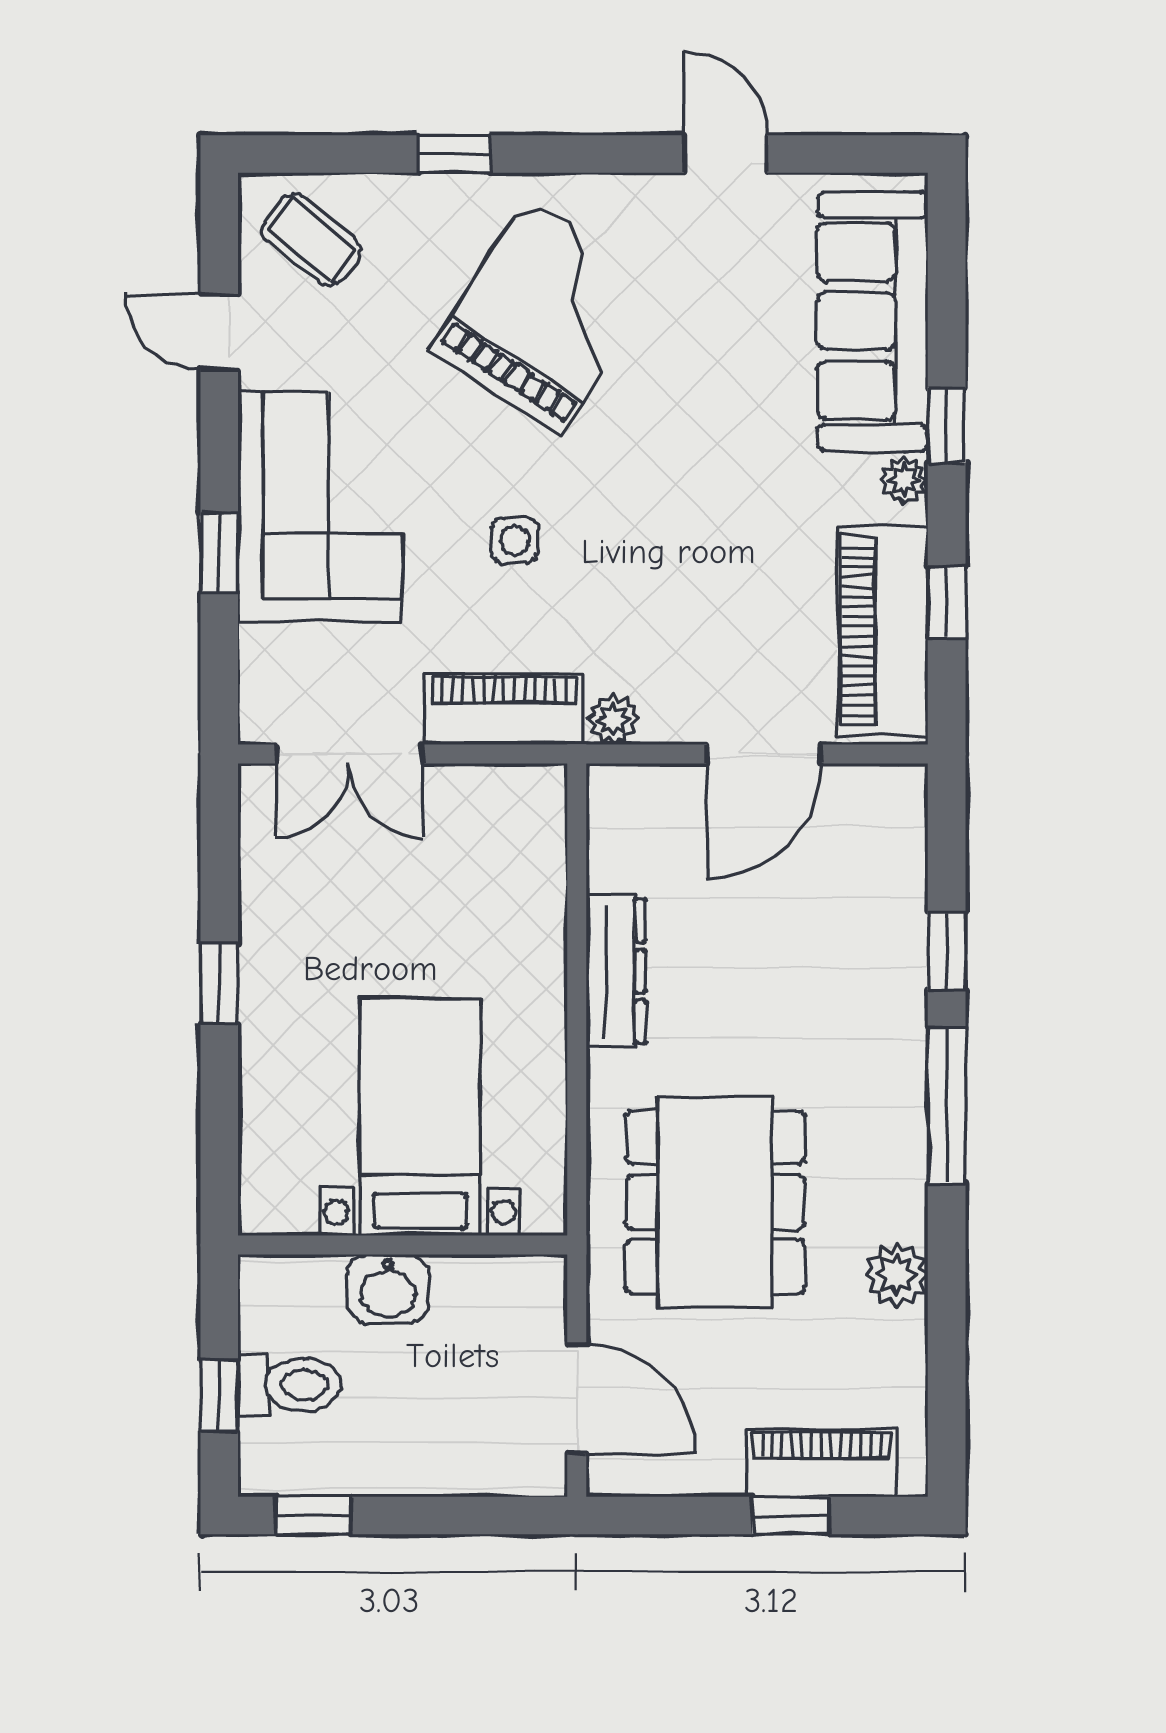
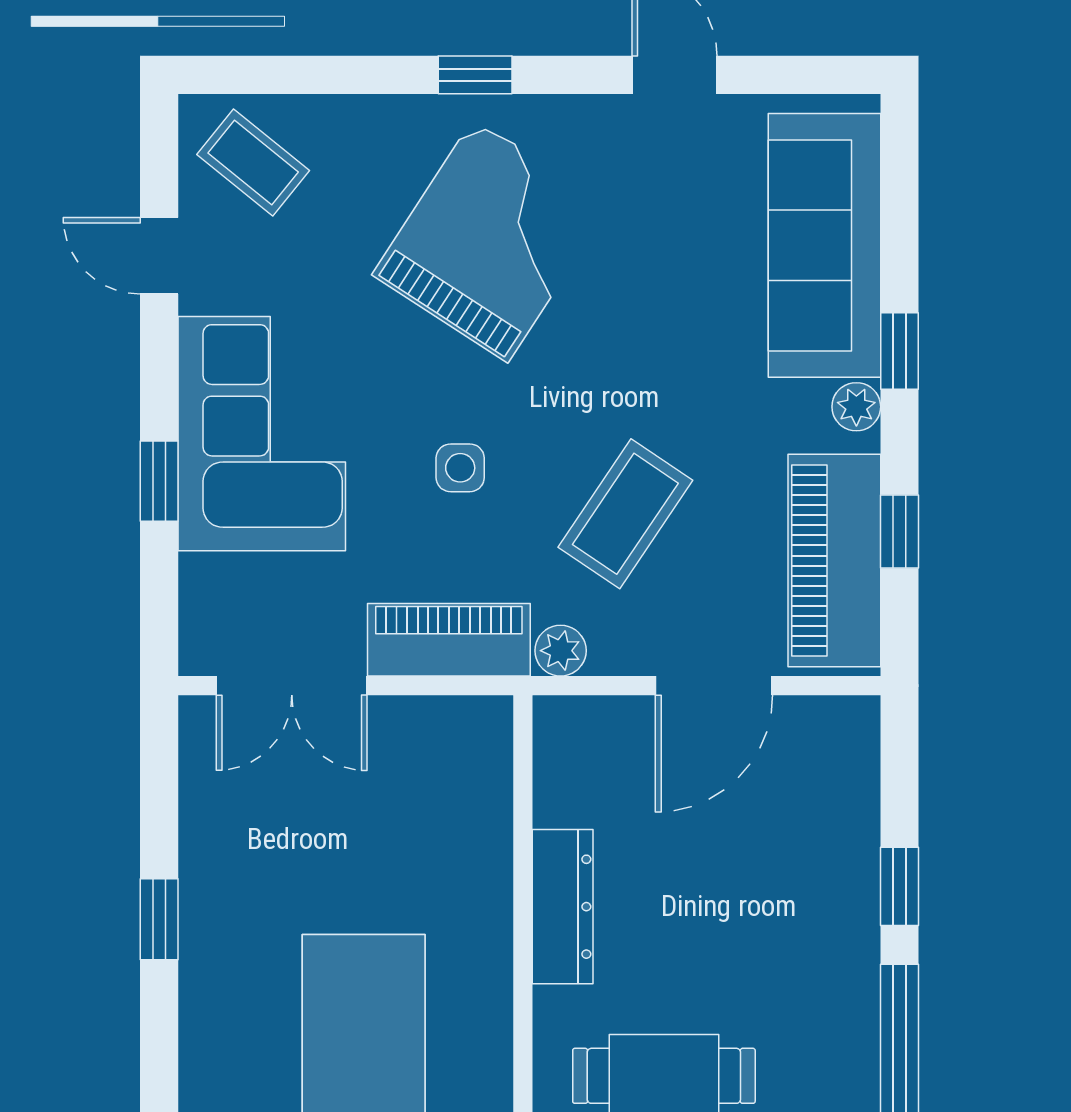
window: (454, 154) -> (475, 75), moved
coffee table: (677, 585) -> (625, 514), added

